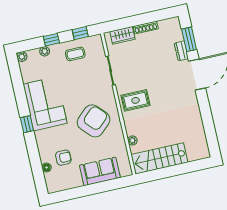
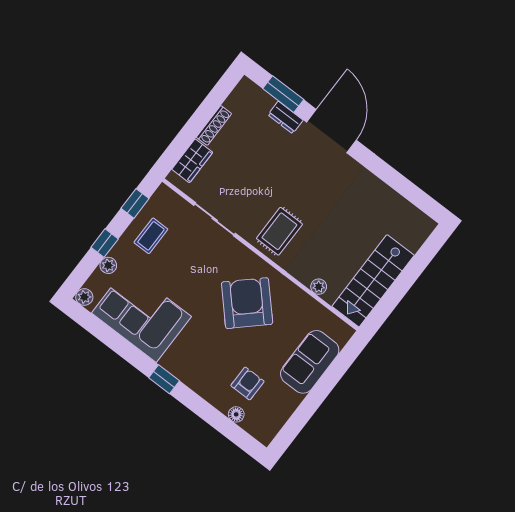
corner sofa: (45, 104) -> (141, 315), moved

